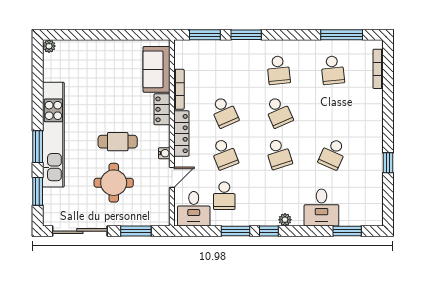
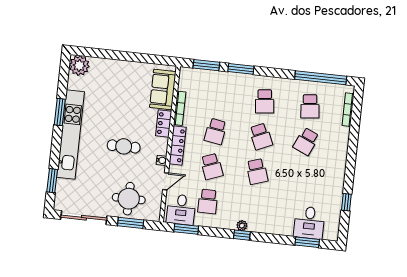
window: (342, 35) -> (321, 78), width x1.46
plant: (49, 46) -> (79, 66), width x1.87, depth x1.87
school desk: (224, 112) -> (216, 131), turned 33
window: (38, 147) -> (60, 112), moved
school desk: (333, 154) -> (306, 141), moved
window: (388, 163) -> (346, 202), moved
round table: (114, 183) -> (129, 199), moved
desk: (321, 208) -> (309, 223), moved
plant: (285, 220) -> (242, 226), moved
window: (235, 231) -> (186, 229), moved

